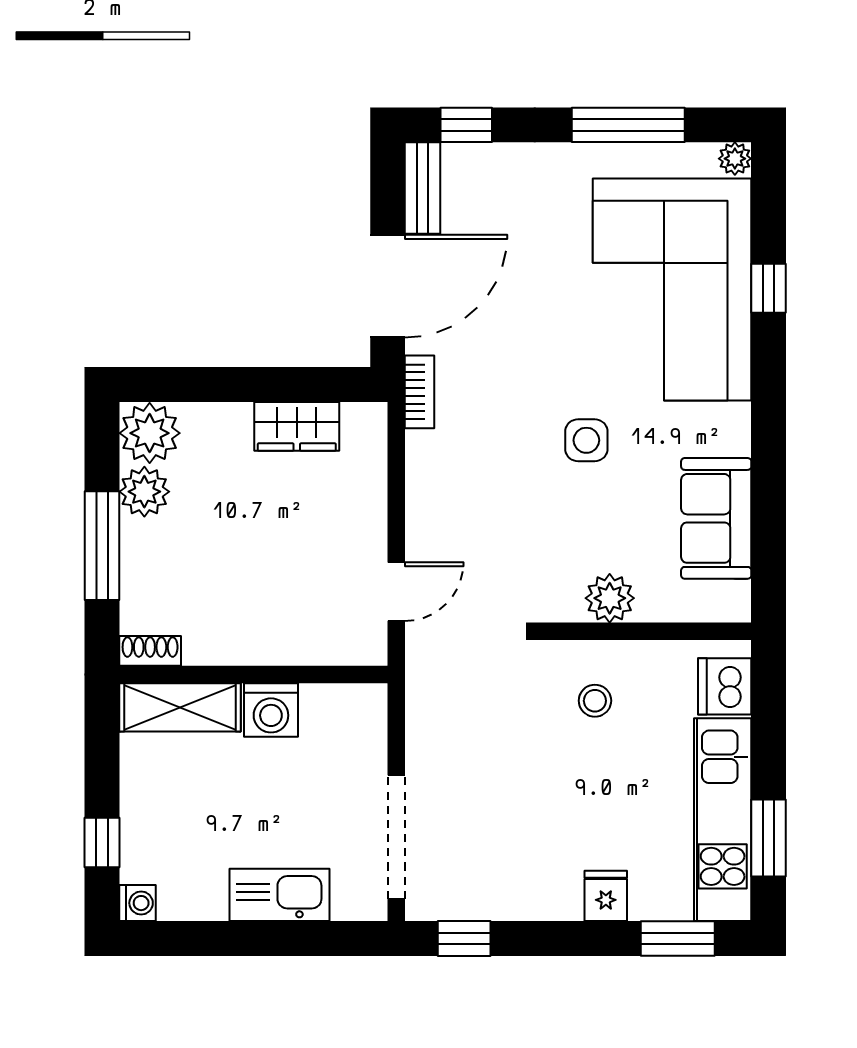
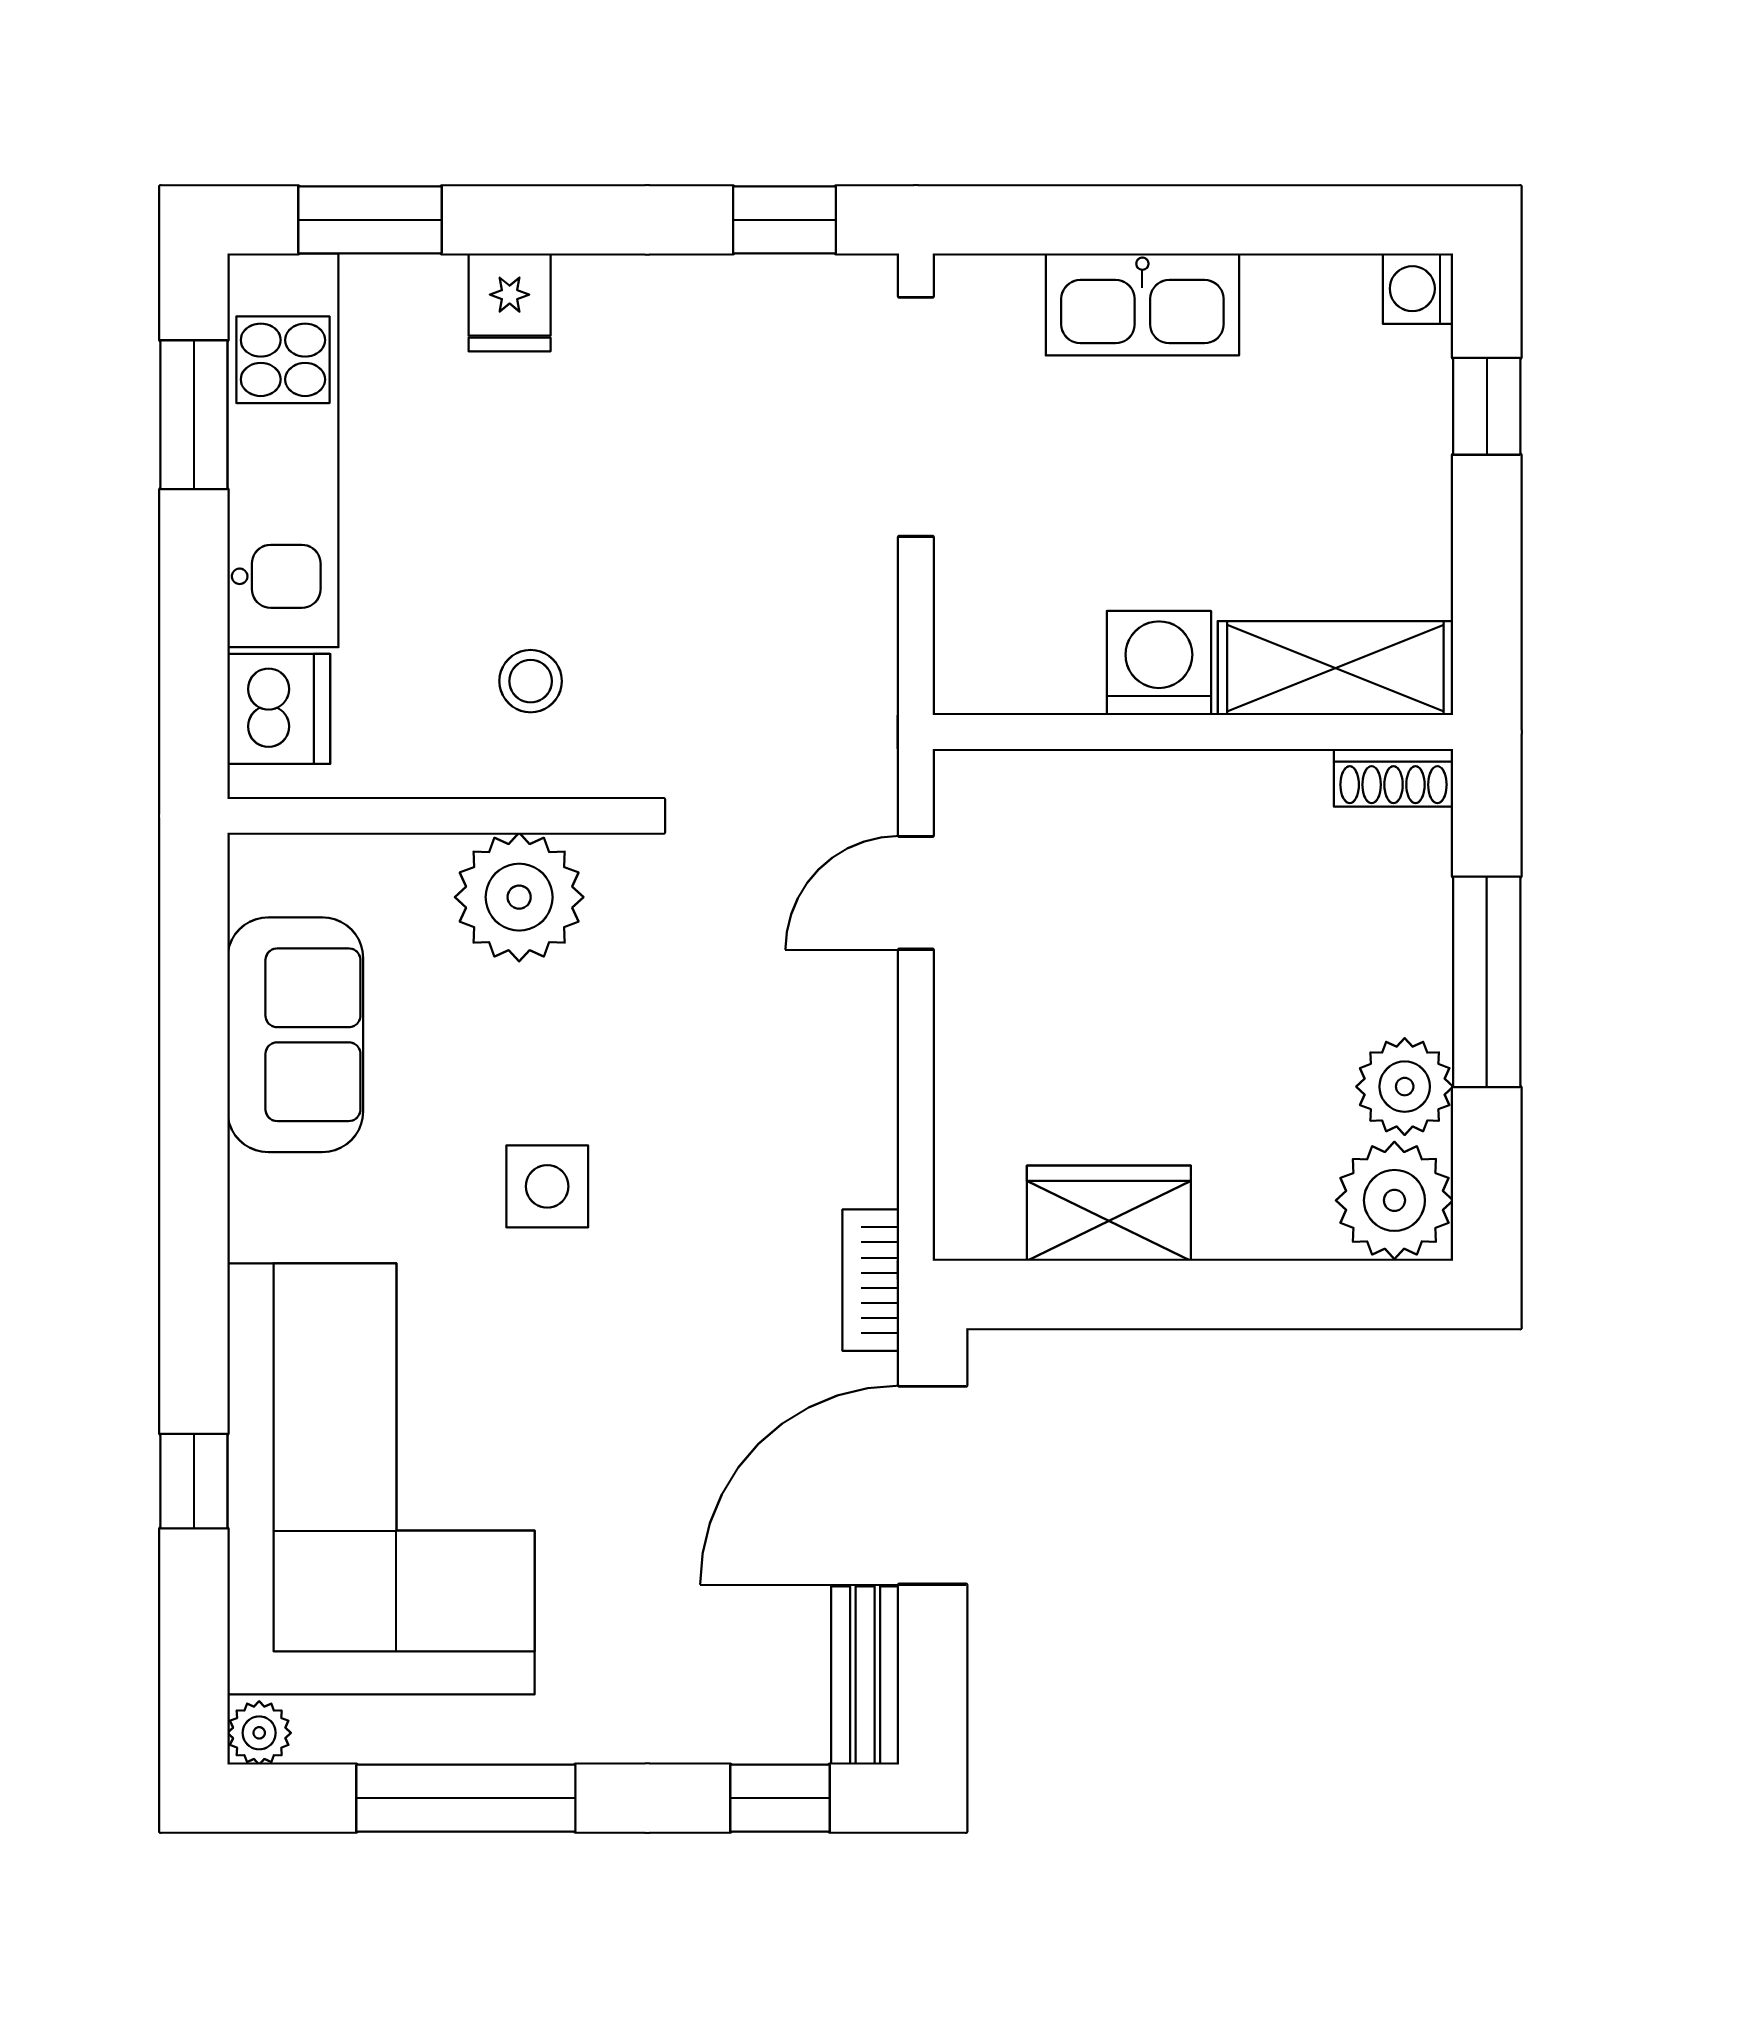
plant: (610, 598) -> (519, 897), width x1.36, depth x1.36

